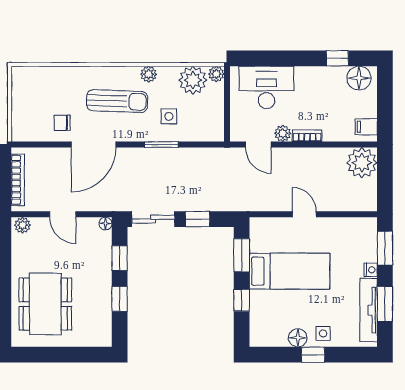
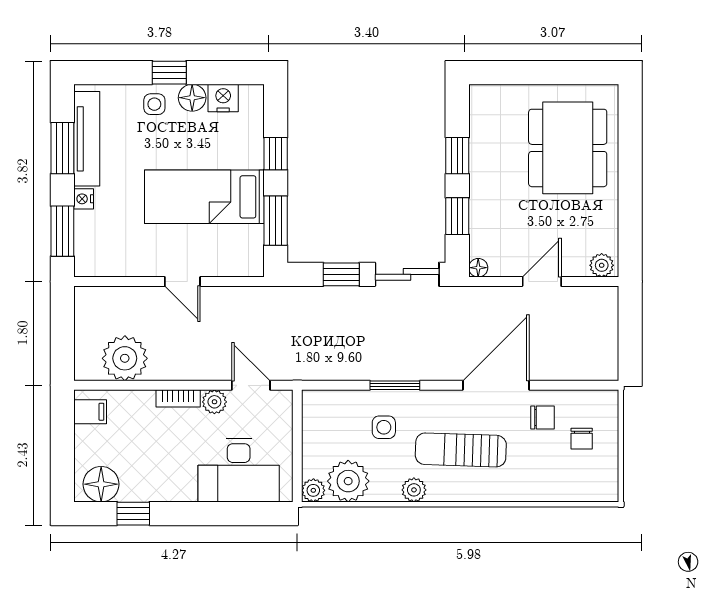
chair: (36, 109) -> (582, 439), added
plant: (362, 163) -> (125, 358), moved
bookcase: (18, 180) -> (609, 333), removed
door: (63, 214) -> (542, 282), hinge flipped
nightstand: (277, 338) -> (223, 98), added

